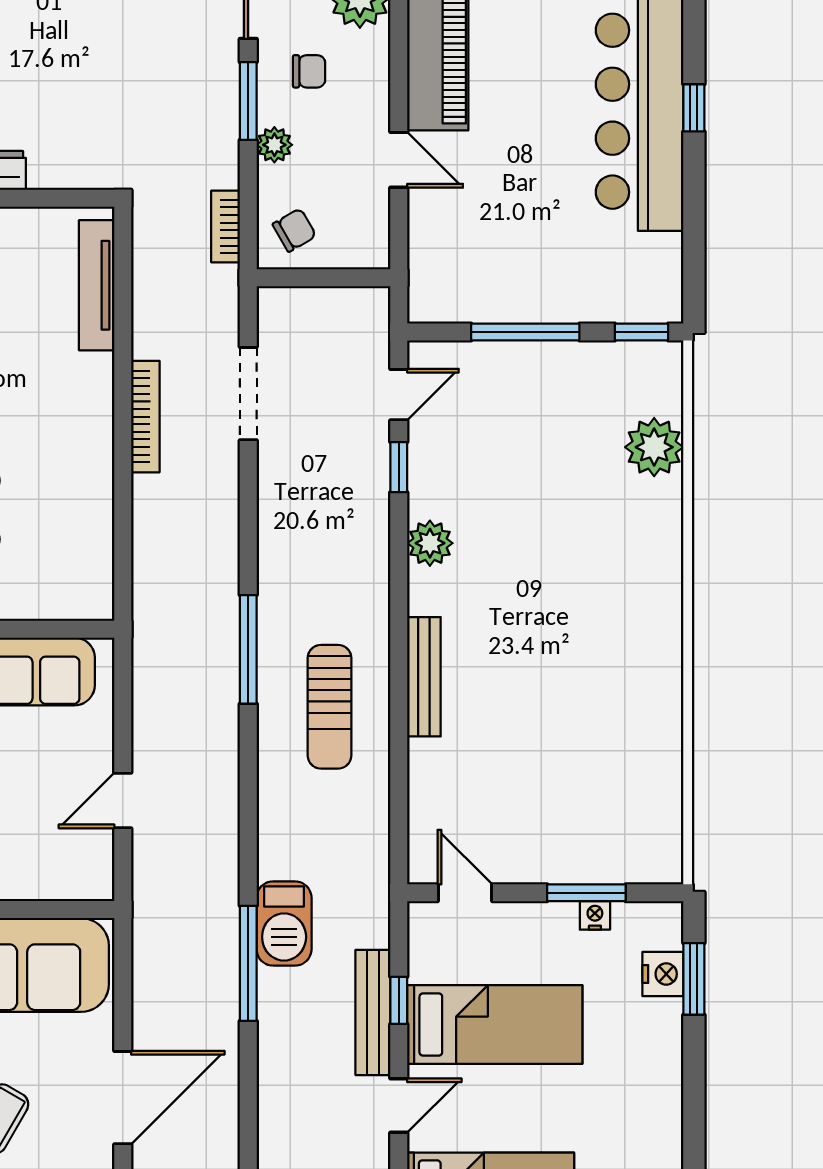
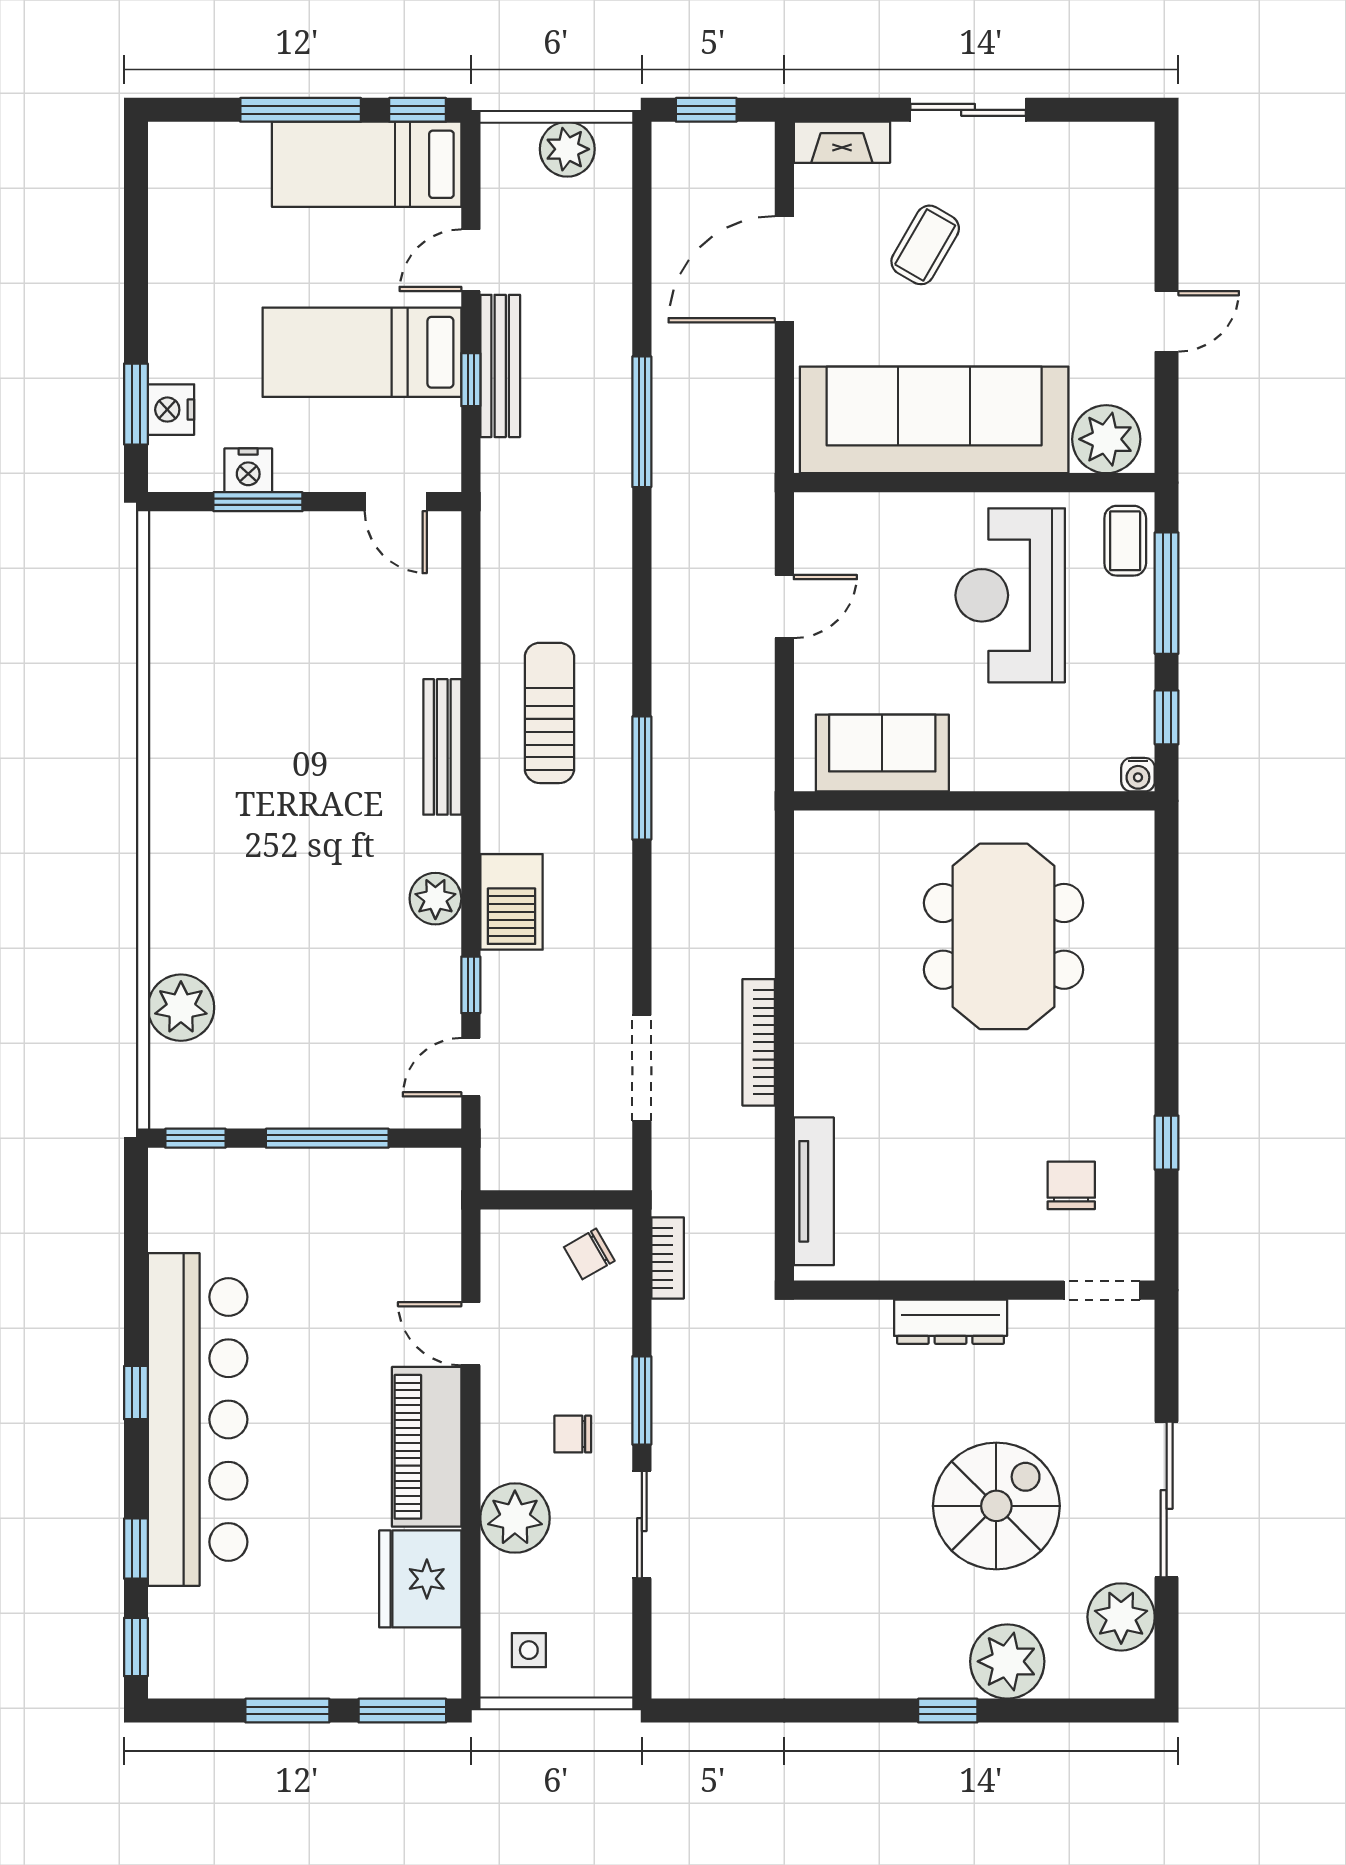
plant: (274, 145) -> (612, 1351), removed
nightstand: (595, 915) -> (248, 470), width x1.39, depth x1.35
barbecue: (284, 923) -> (511, 902), moved, turned 180

